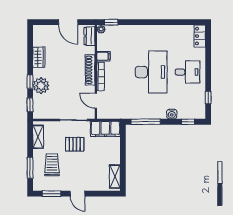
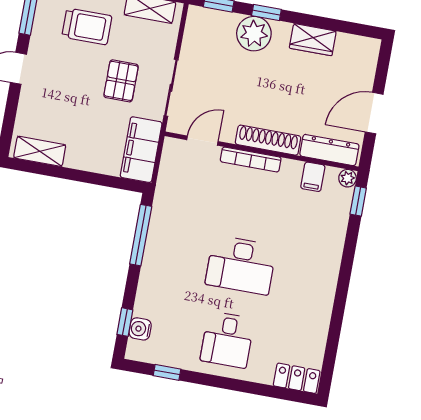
dresser: (89, 36) -> (329, 150), width x1.44
filing cabinet: (103, 56) -> (313, 177), moved
desk: (151, 72) -> (241, 265), width x0.73, depth x0.77
water cooler: (172, 114) -> (140, 329), moved

